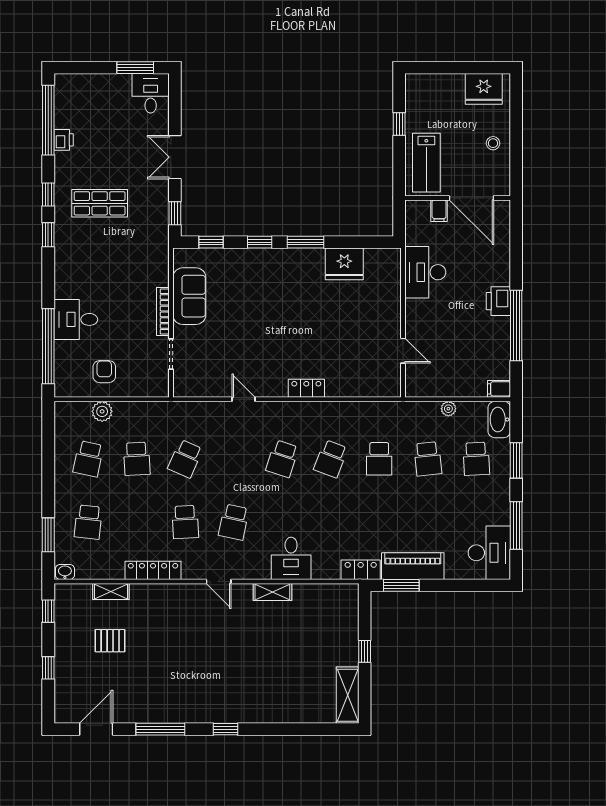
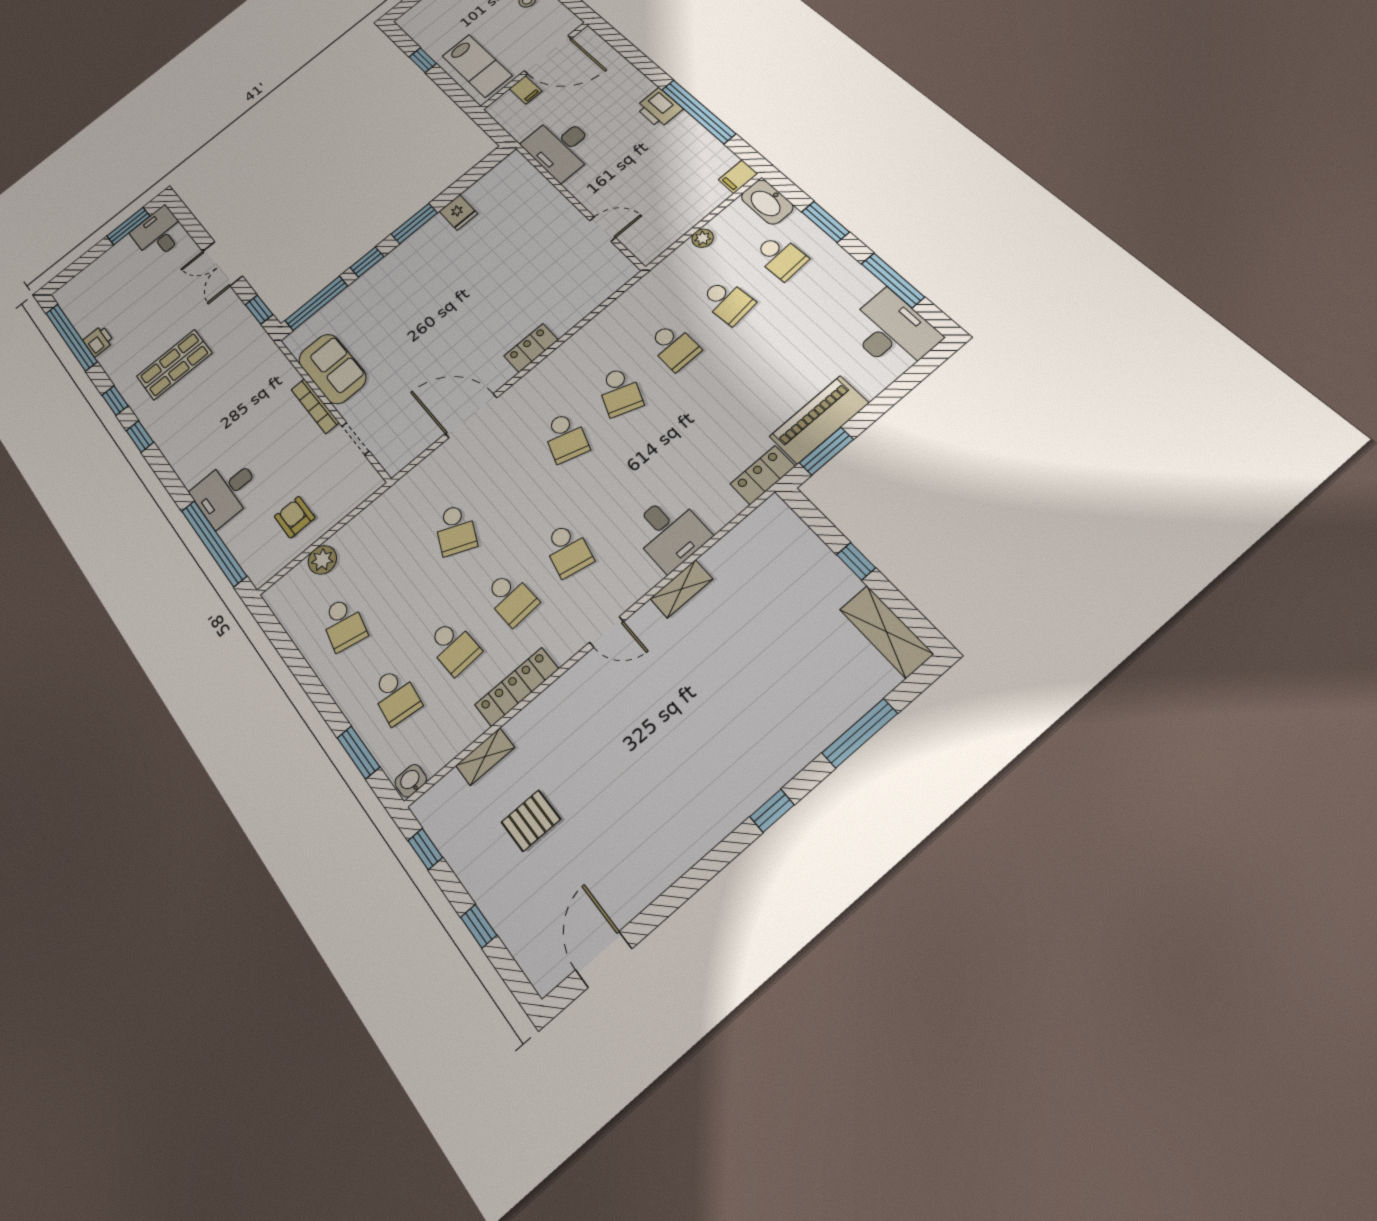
window: (211, 242) -> (316, 303), width x2.17
fridge: (344, 264) -> (458, 213), width x0.53, depth x0.75
door: (243, 399) -> (471, 416), width x1.87
school desk: (137, 459) -> (454, 647), moved
window: (160, 729) -> (860, 733), moved

